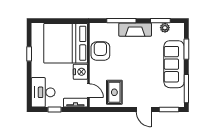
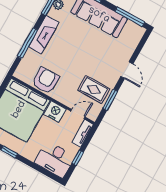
armchair: (100, 51) -> (46, 80), turned 90
door: (144, 109) -> (127, 70), hinge flipped
window: (169, 109) -> (110, 100), moved

